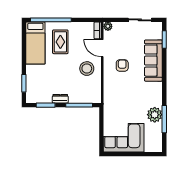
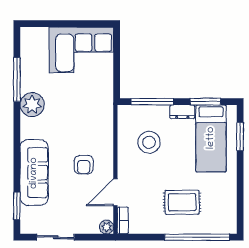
rug: (60, 42) -> (182, 202), turned 90
bed: (35, 43) -> (211, 138), moved, turned 180
door: (102, 48) -> (115, 192), swing flipped
stool: (87, 69) -> (149, 142), moved
plant: (155, 115) -> (32, 105), moved

